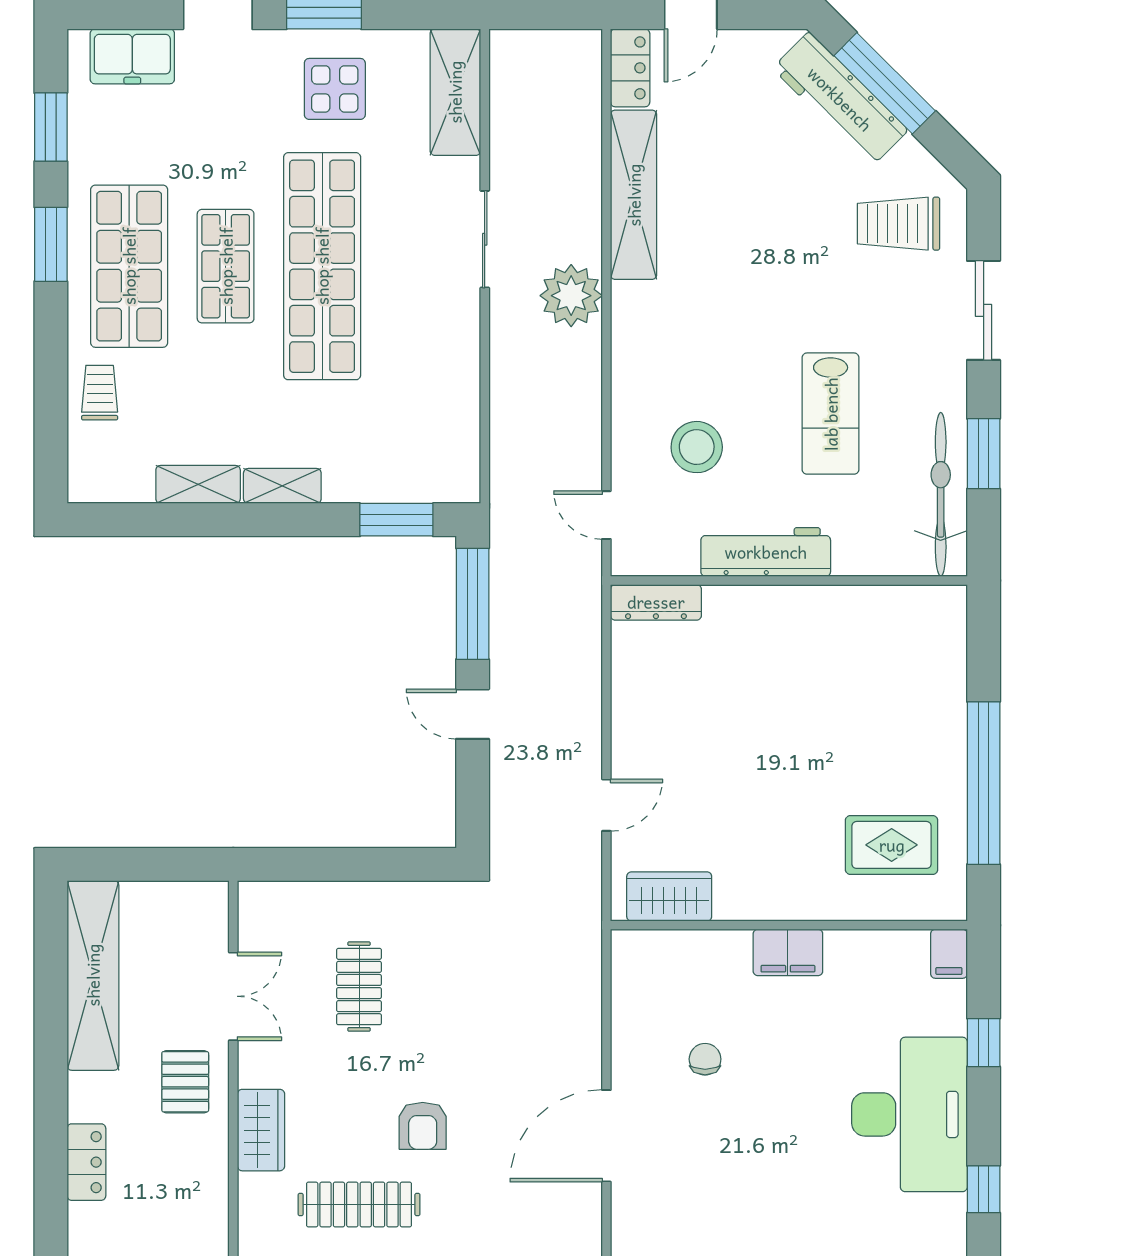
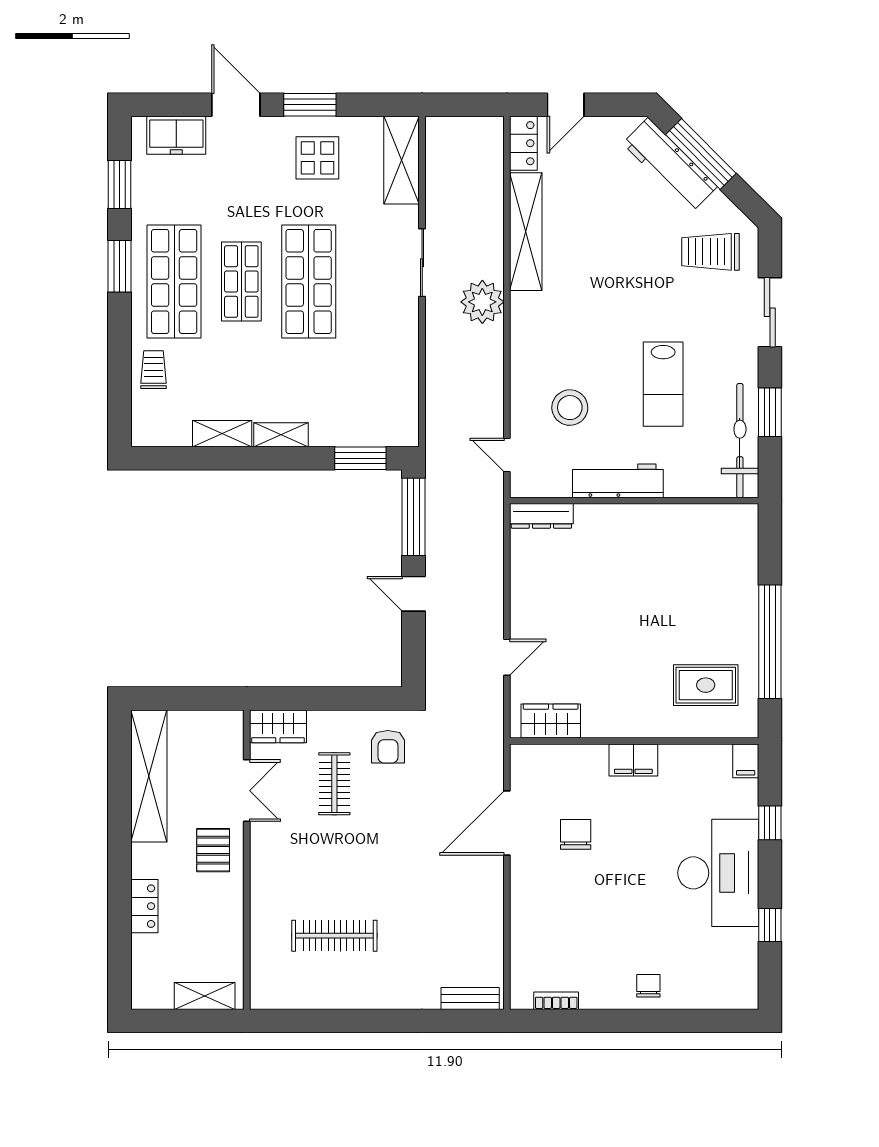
shop shelf: (322, 266) -> (309, 281), width x0.71
chair: (705, 1059) -> (576, 834), width x1.37, depth x1.37
armchair: (423, 1126) -> (388, 747), moved
wardrobe: (261, 1130) -> (278, 726), moved, turned 90
door: (606, 1136) -> (507, 823), moved

